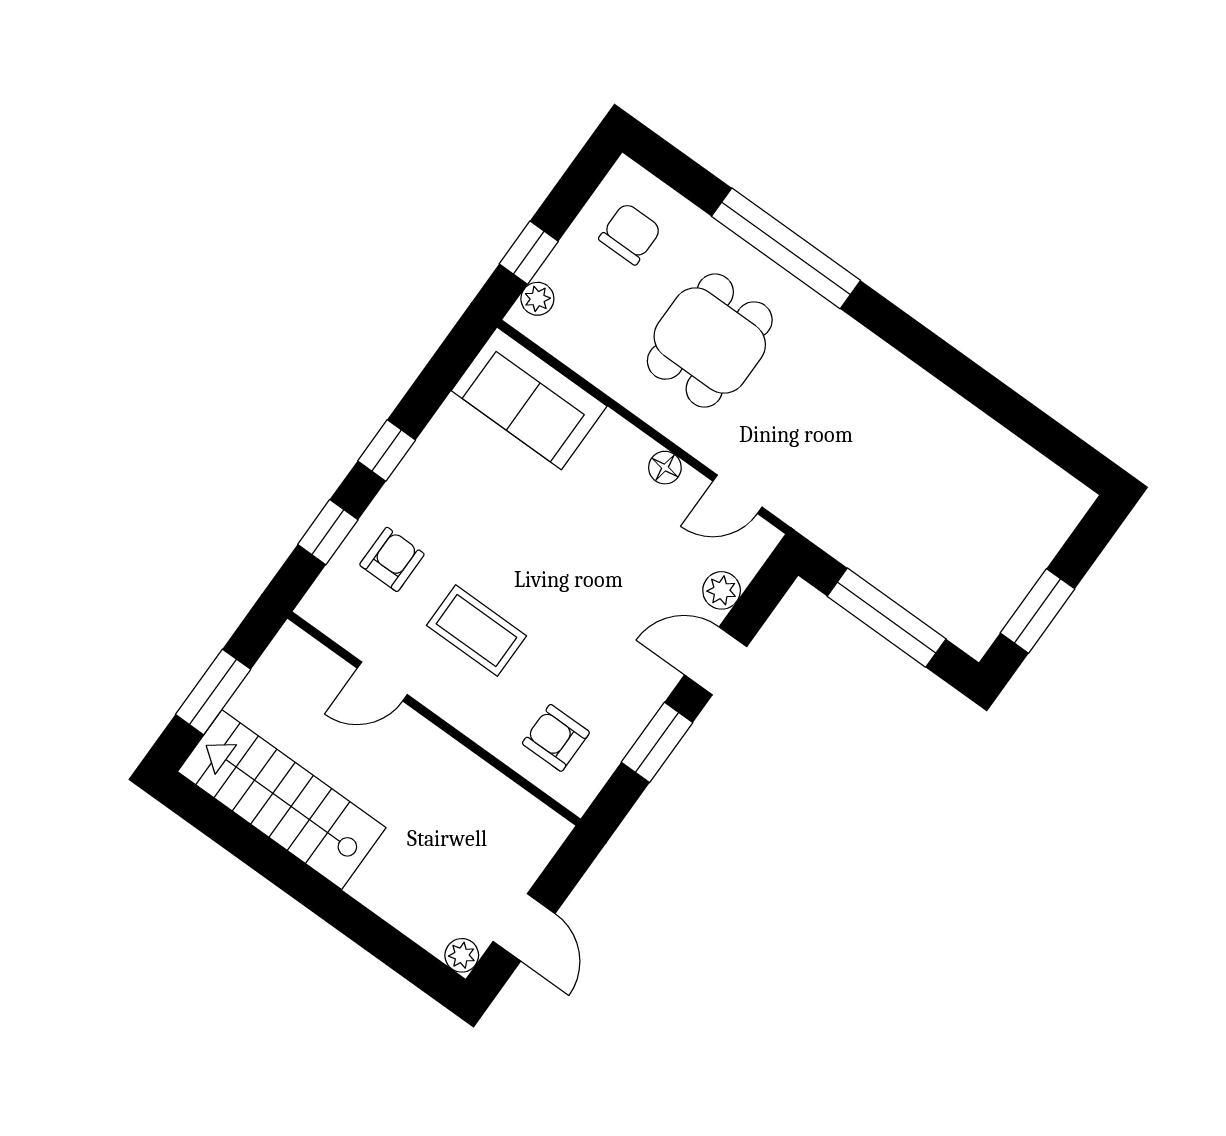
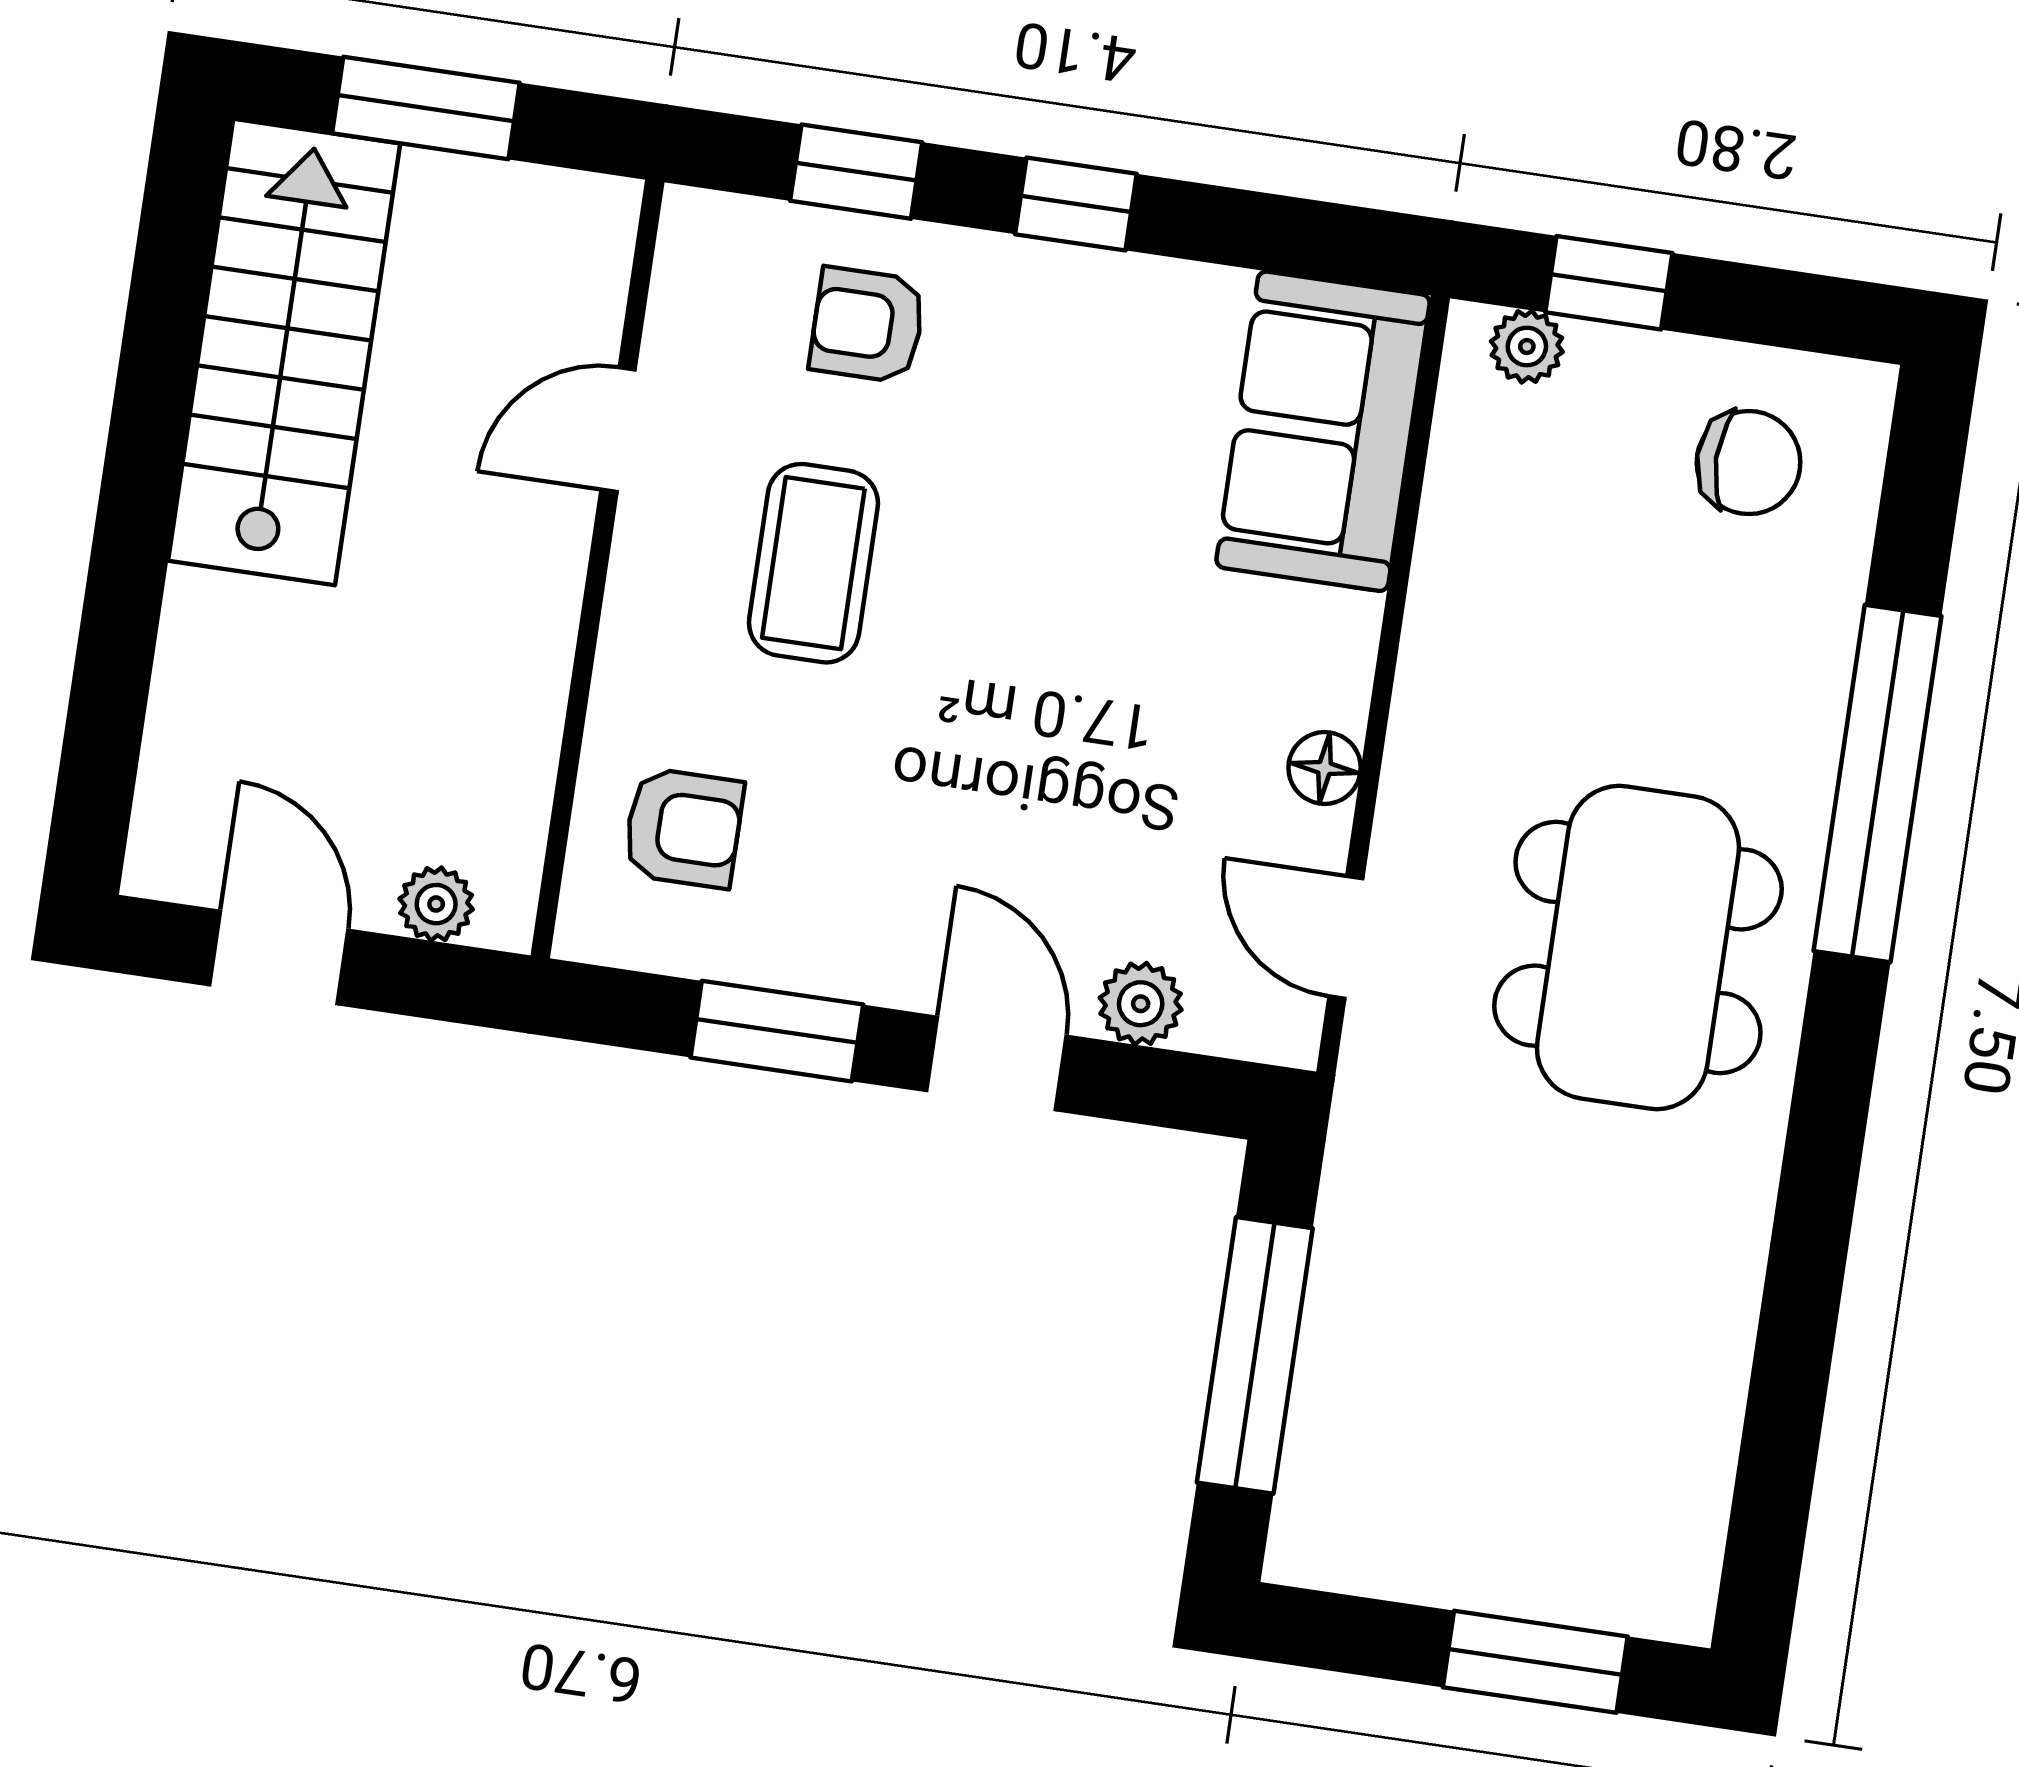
dining table: (710, 341) -> (1638, 947), moved, width x1.38
armchair: (392, 559) -> (868, 325), turned 180
window: (1037, 611) -> (1535, 1662), moved
door: (382, 681) -> (618, 430), hinge flipped
armchair: (556, 738) -> (683, 828), turned 90
door: (524, 927) -> (279, 957), swing flipped
plant: (462, 955) -> (436, 904), moved

